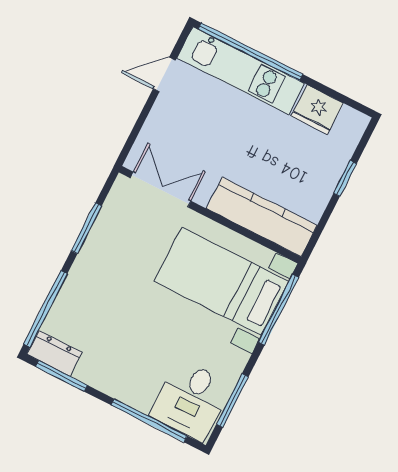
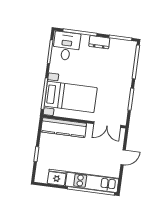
door: (164, 74) -> (123, 157), moved
dresser: (54, 353) -> (99, 42), moved

